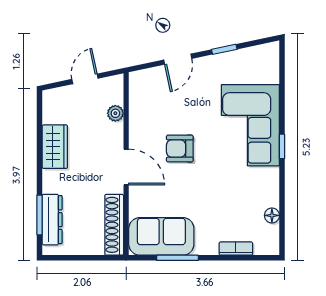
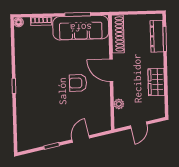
corner sofa: (250, 125) -> (34, 99), removed
armchair: (180, 149) -> (78, 83), turned 180
floor lamp: (272, 215) -> (19, 22), moved
sofa: (161, 236) -> (81, 28), width x1.36

